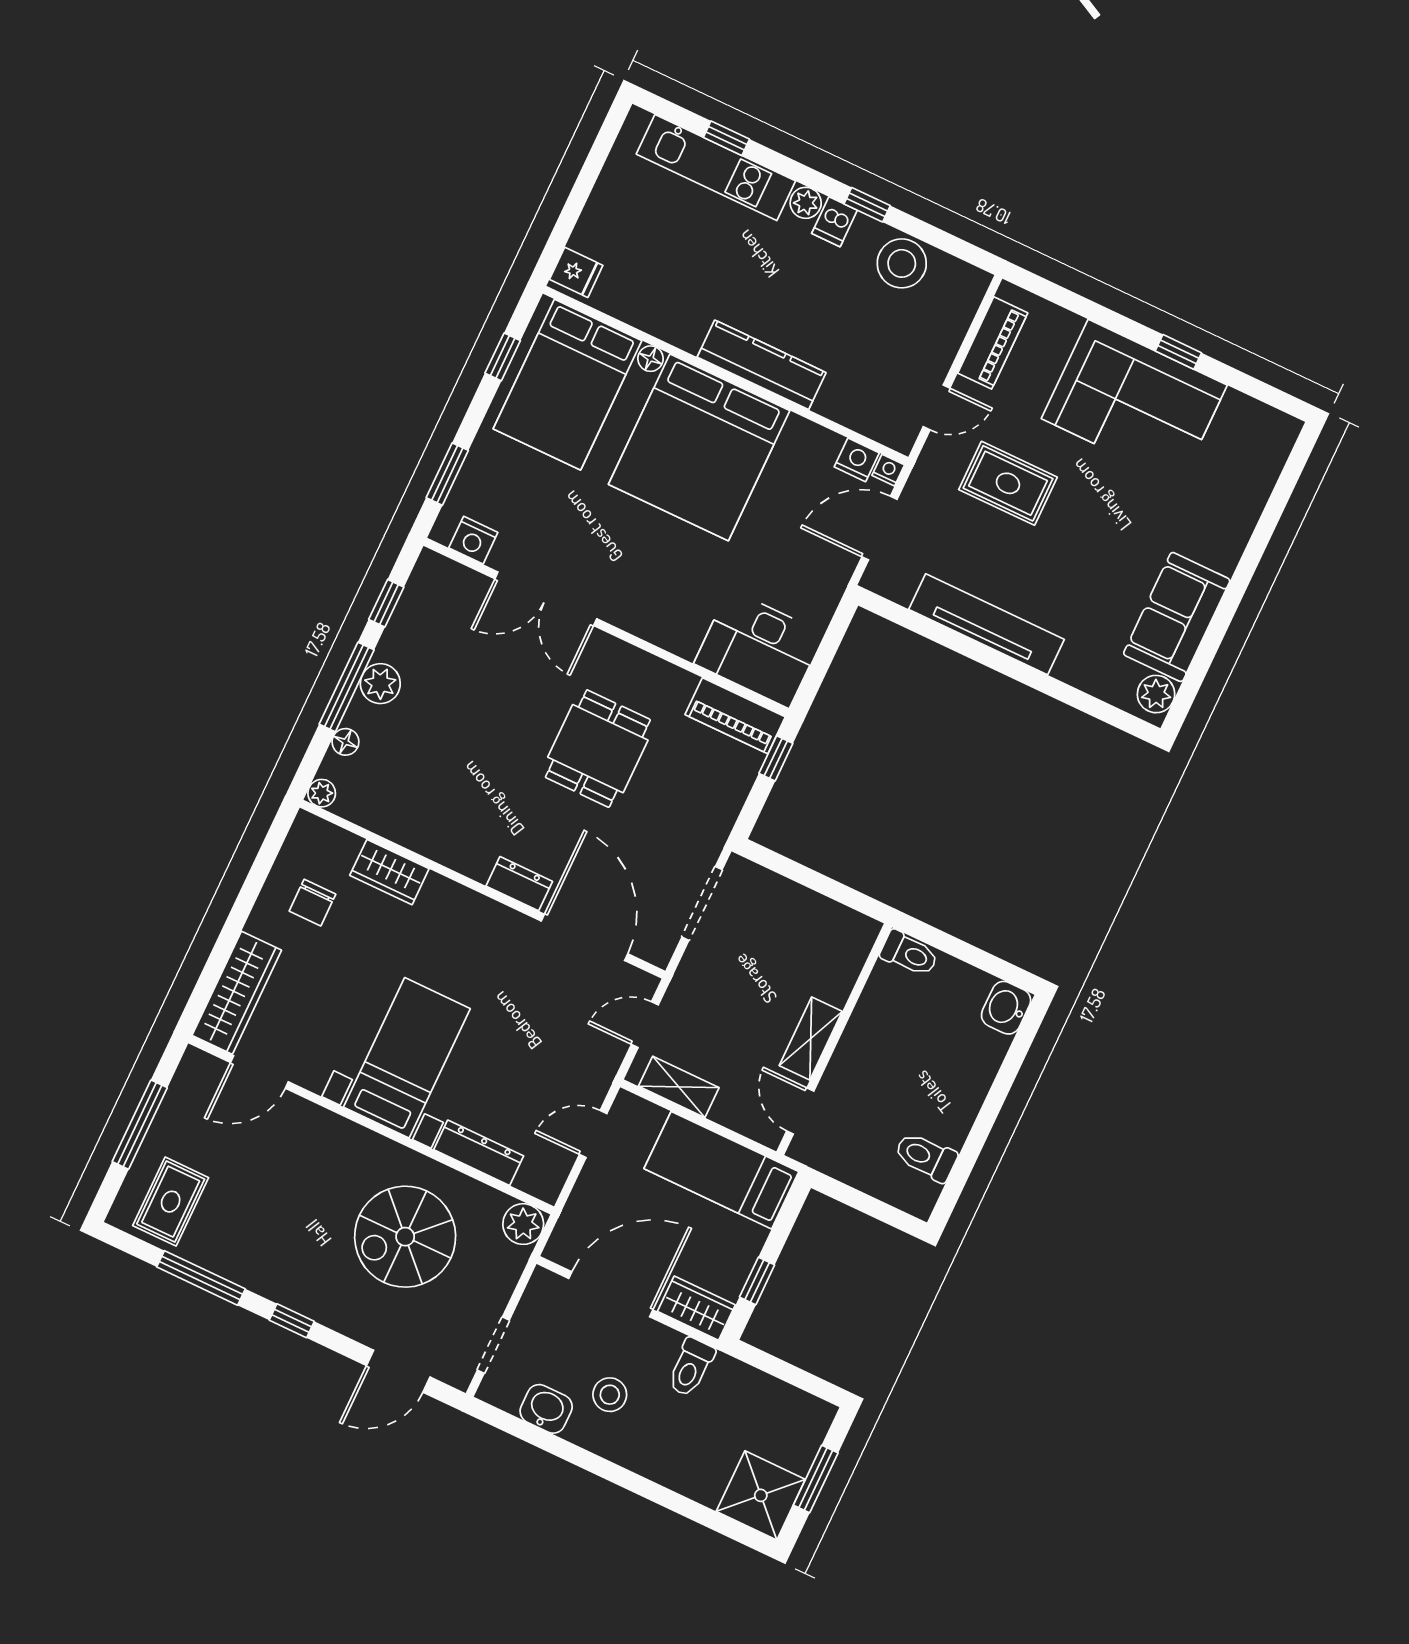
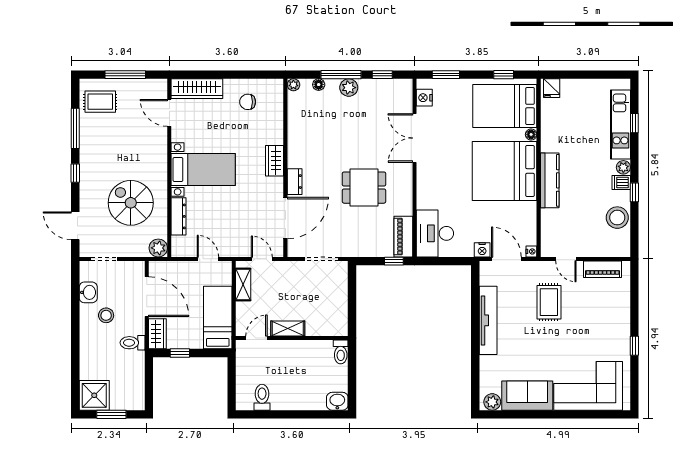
corner sofa: (1134, 402) -> (588, 386), moved, turned 90
nightstand: (857, 460) -> (482, 250), moved, turned 90
wardrobe: (389, 872) -> (275, 161), moved

